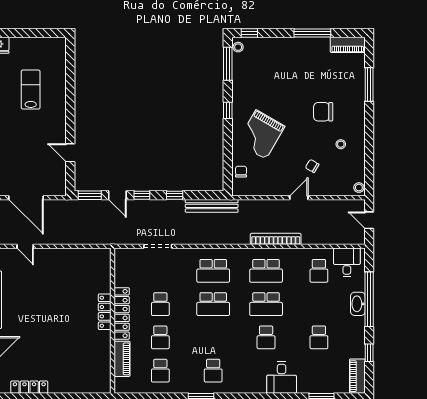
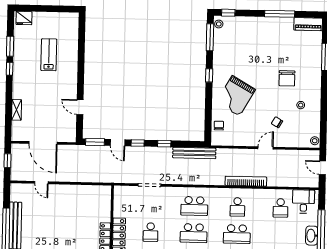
chair: (323, 112) -> (287, 78), turned -90
school desk: (266, 271) -> (237, 207), width x0.54

